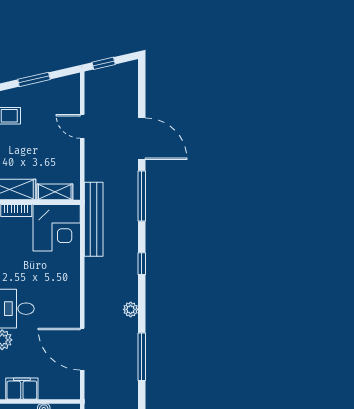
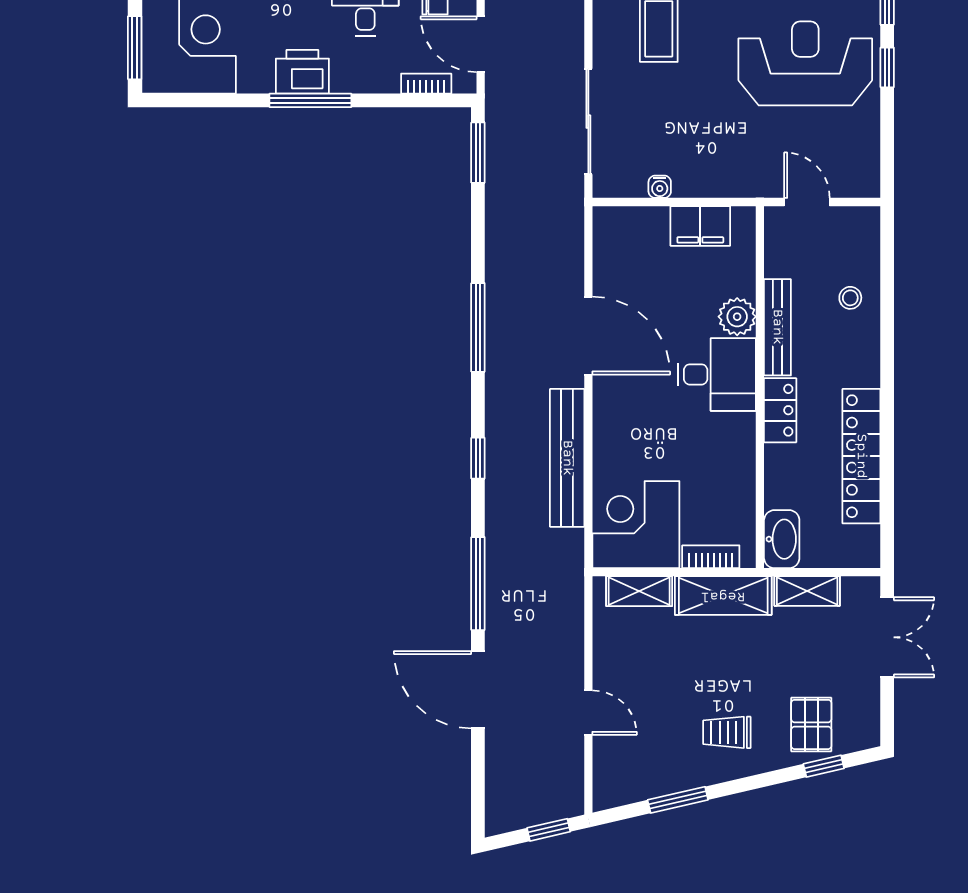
bench: (94, 219) -> (567, 458), moved
plant: (131, 309) -> (499, 373), removed
door: (82, 349) -> (588, 336), moved
window: (142, 357) -> (478, 327), moved

